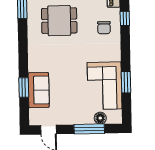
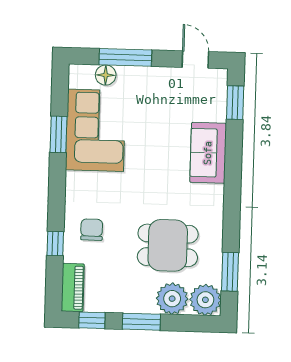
window: (24, 88) -> (235, 103), moved
sofa: (39, 90) -> (208, 153), moved

